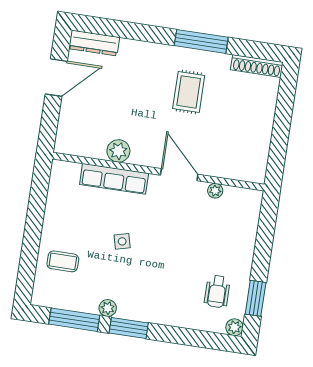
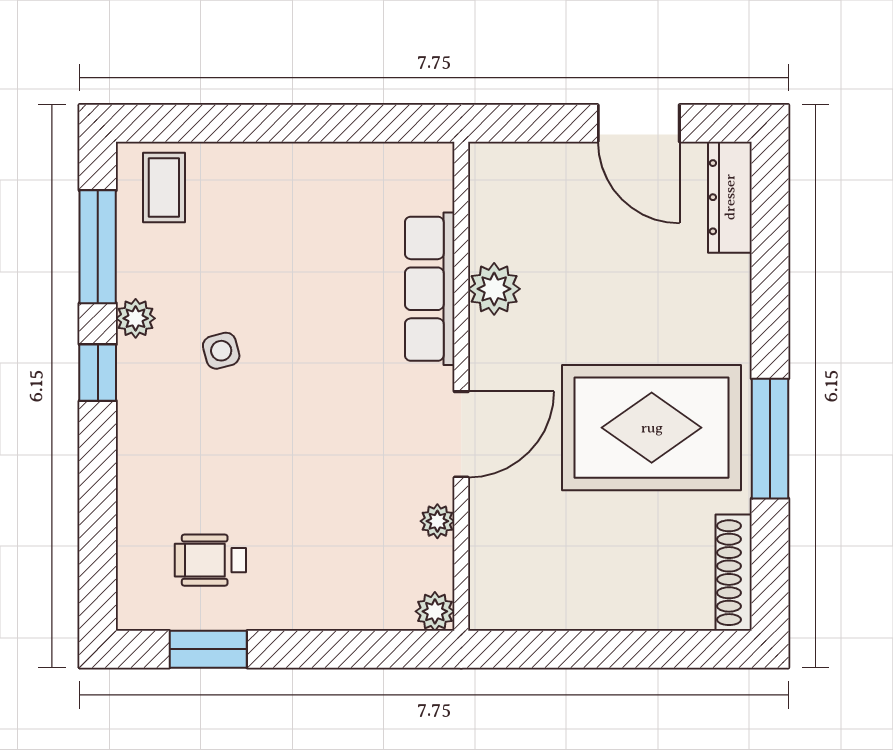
rug: (189, 92) -> (652, 428), width x1.86, depth x2.06
side table: (122, 241) -> (221, 351), moved
coffee table: (63, 261) -> (164, 187), moved
plant: (234, 327) -> (435, 611), moved
window: (129, 328) -> (98, 373), width x0.67

